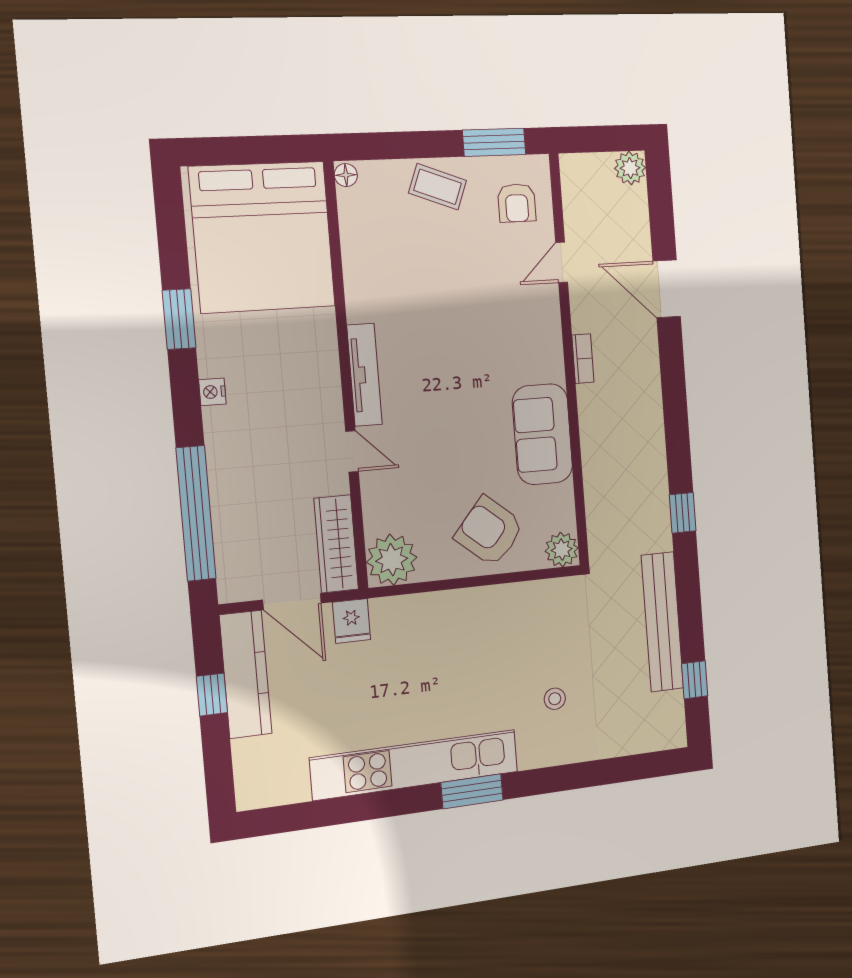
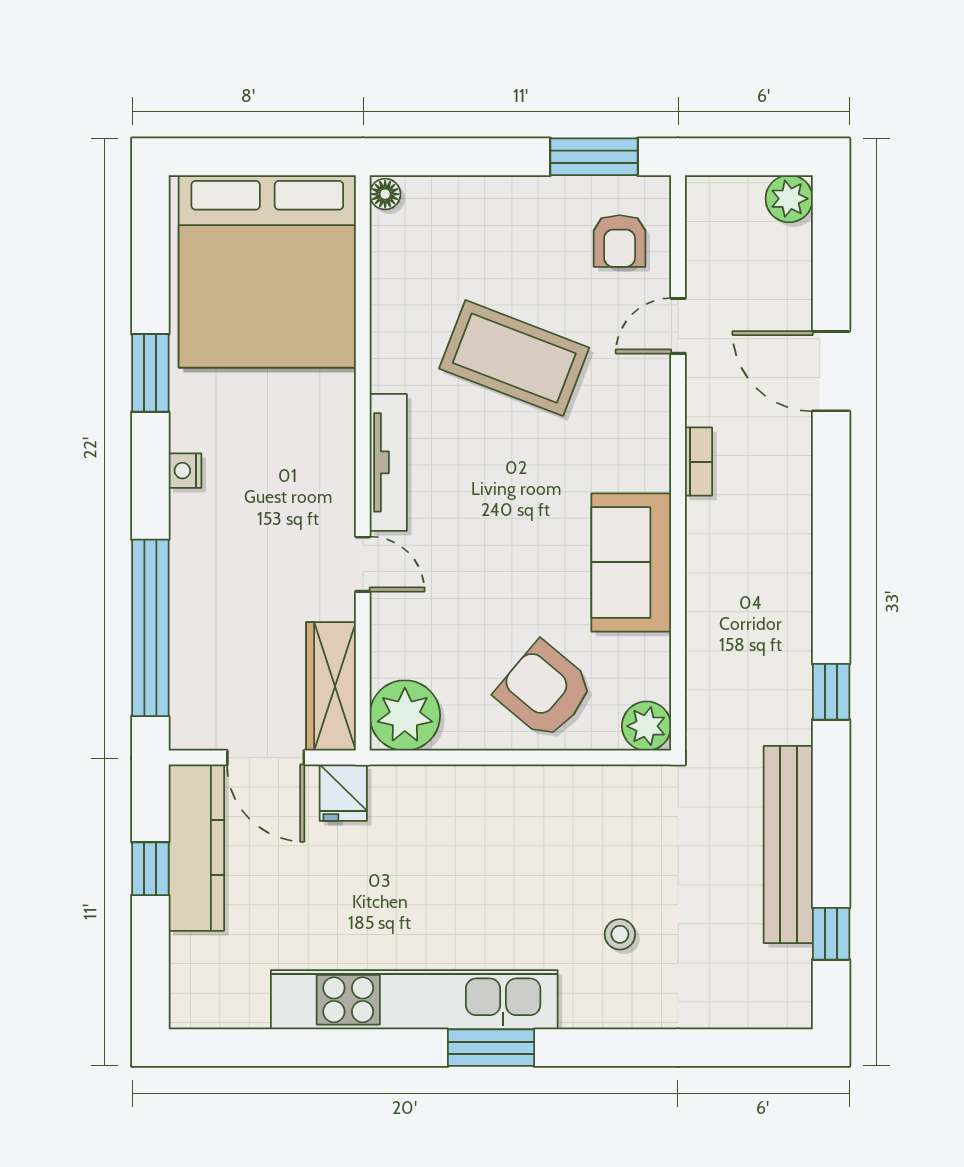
coffee table: (438, 187) -> (514, 358), moved, width x1.86, depth x1.72

